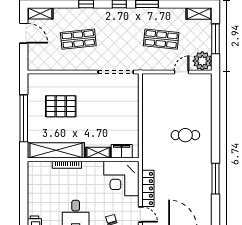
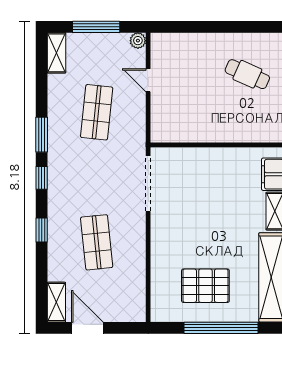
door: (24, 33) -> (87, 328), hinge flipped
plant: (202, 61) -> (138, 41), width x0.53, depth x0.53
pallet: (61, 106) -> (205, 286), moved, turned 90
cafe table: (185, 135) -> (247, 74), turned -66

